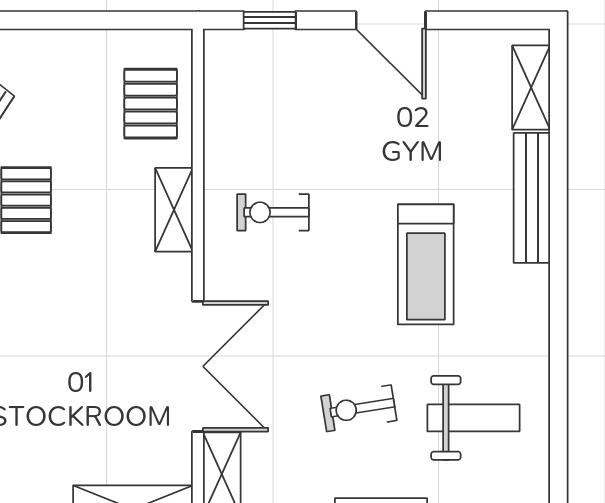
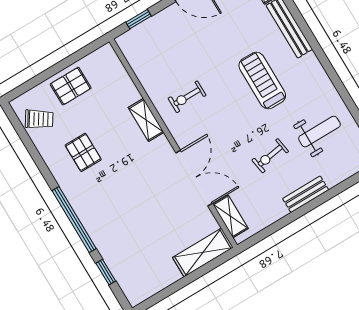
pallet: (151, 104) -> (71, 86), moved, turned 90
treadmill: (426, 264) -> (262, 81), turned 180

